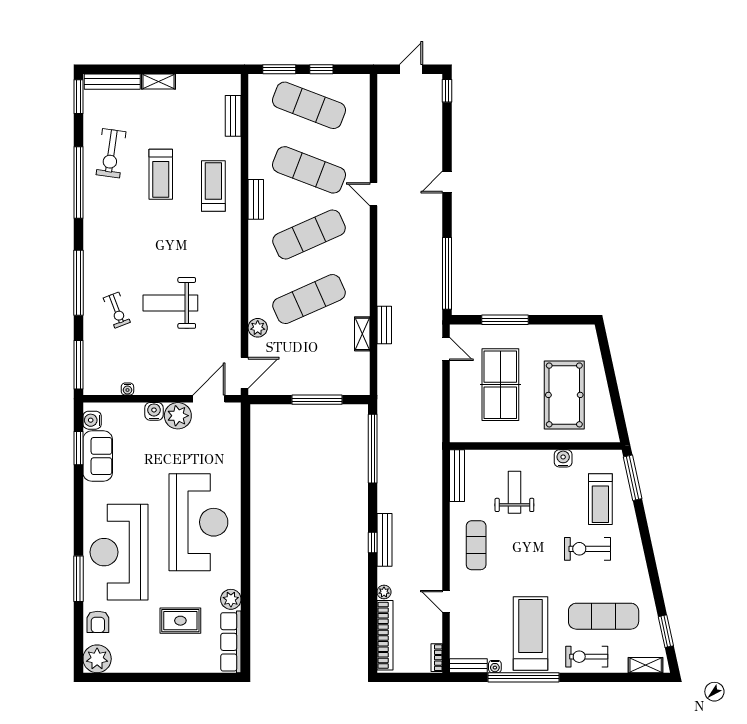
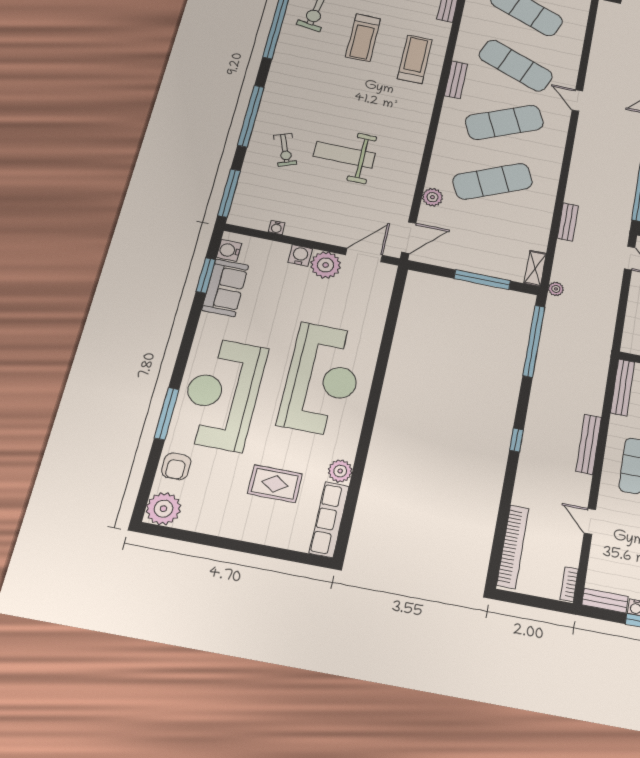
shelving: (362, 334) -> (535, 268), moved
bench: (385, 540) -> (589, 444), moved
plant: (384, 592) -> (556, 289), moved

